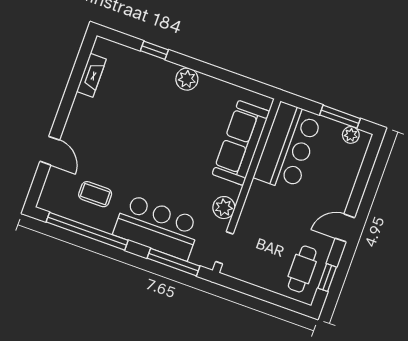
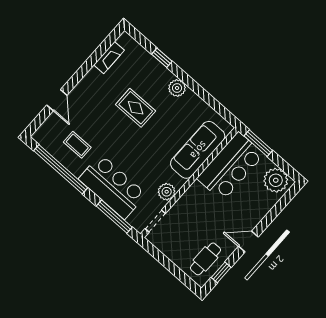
window: (340, 117) -> (258, 143), moved
rug: (147, 122) -> (136, 108), added
plant: (351, 135) -> (276, 180), width x1.88, depth x1.88

